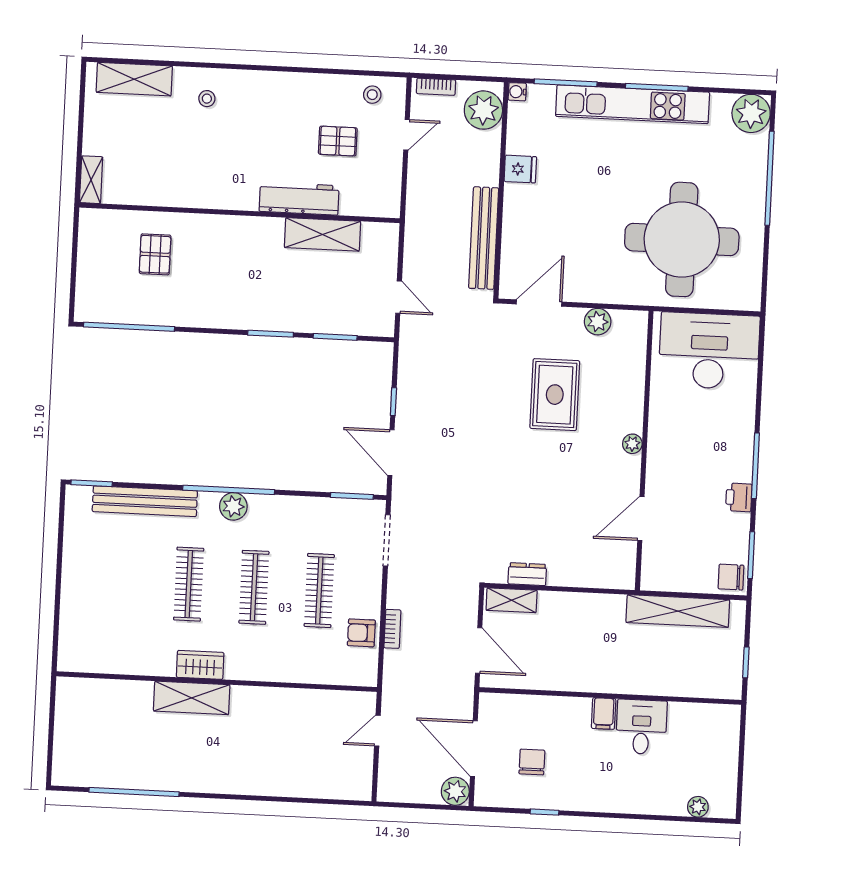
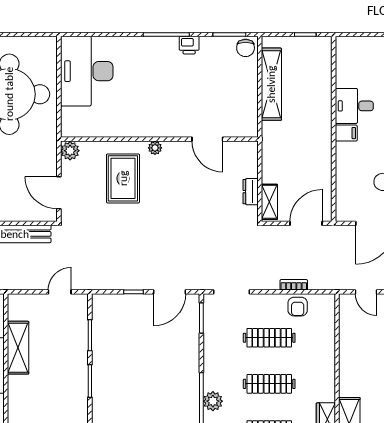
rug: (555, 395) -> (123, 178), turned 90
plant: (632, 444) -> (155, 148), moved
wall: (644, 451) -> (159, 139), moved
door: (641, 519) -> (207, 139), moved

